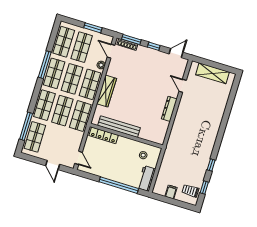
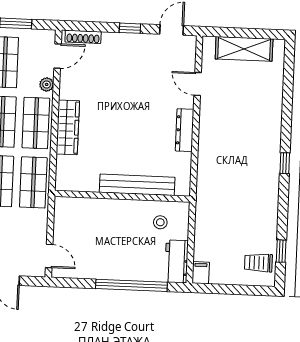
window: (131, 39) -> (88, 26), removed
door: (111, 51) -> (58, 56), swing flipped
bench: (119, 127) -> (137, 185), moved
locker: (104, 135) -> (83, 206), removed
window: (211, 165) -> (285, 163), moved
filing cabinet: (171, 192) -> (201, 273), moved

